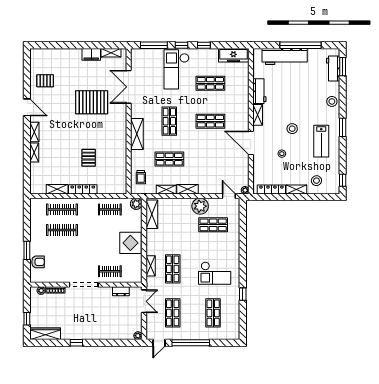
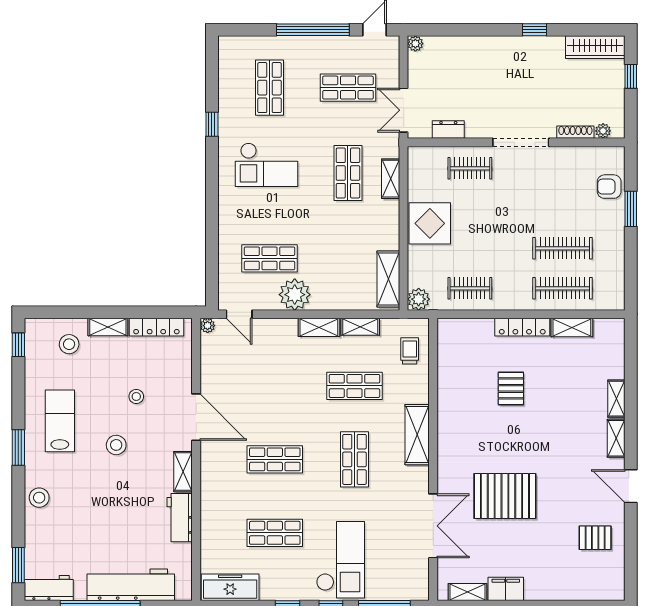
workbench: (333, 69) -> (49, 588), moved, turned -90
checkout: (215, 273) -> (267, 165), turned 180
shop shelf: (173, 313) -> (348, 88), turned 90

